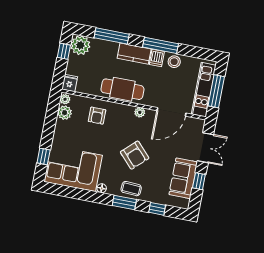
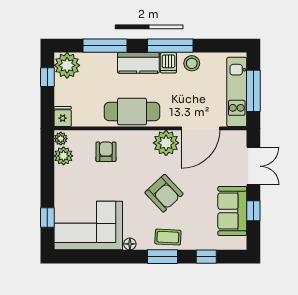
plant: (140, 112) -> (166, 143), width x1.87, depth x1.87
armchair: (97, 116) -> (106, 152), turned 180

